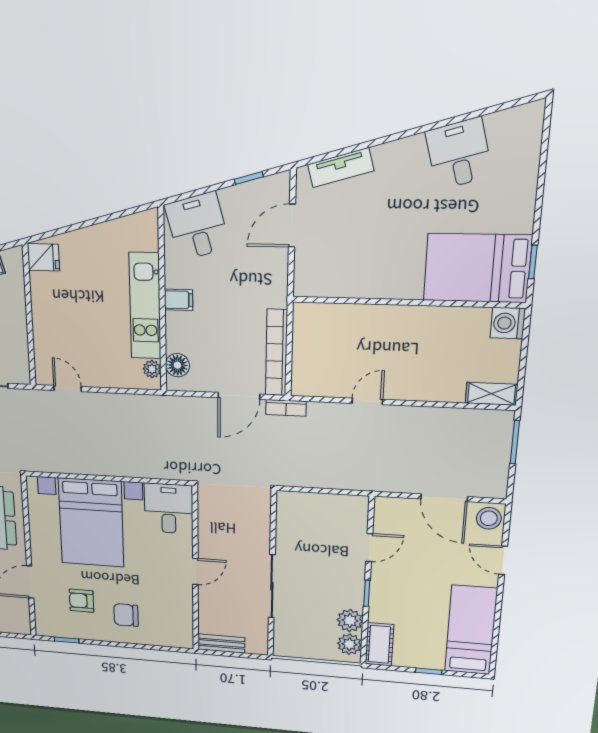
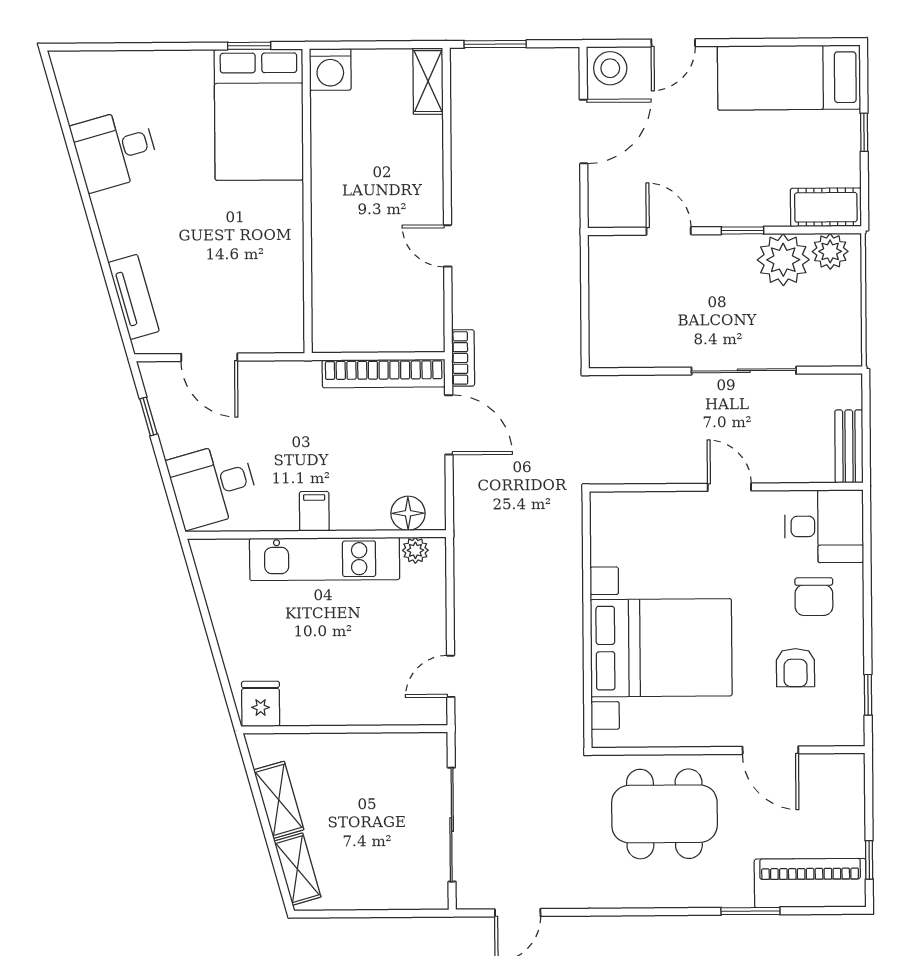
desk: (169, 509) -> (824, 526), moved, turned 180
plant: (350, 621) -> (783, 260), width x1.36, depth x1.36

